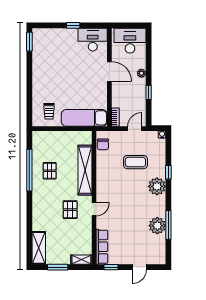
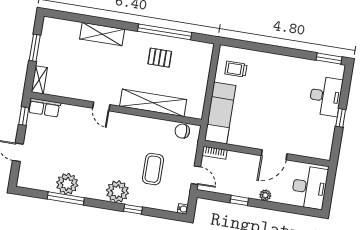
desk: (93, 40) -> (326, 96), moved
pallet: (70, 210) -> (106, 76), removed
row of seats: (102, 247) -> (44, 108), width x0.68
shelving: (39, 248) -> (102, 34), moved

